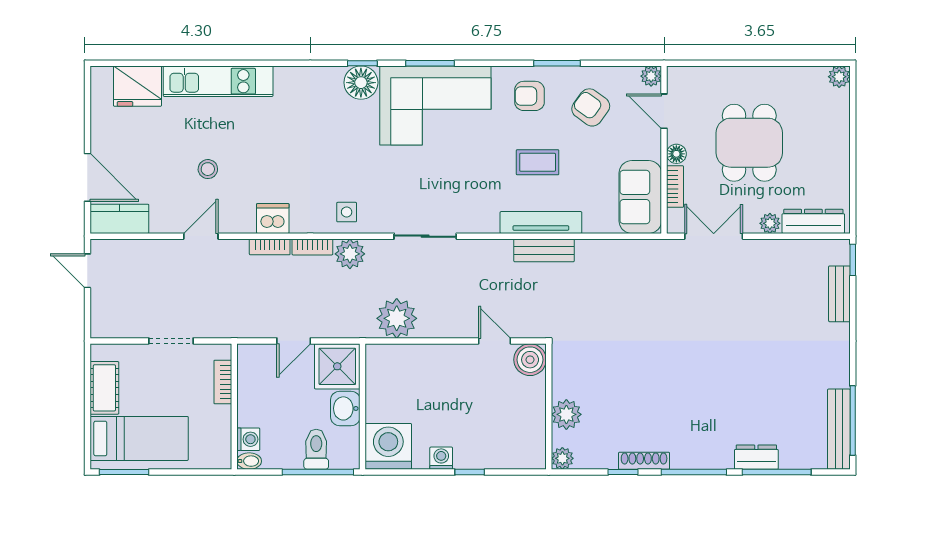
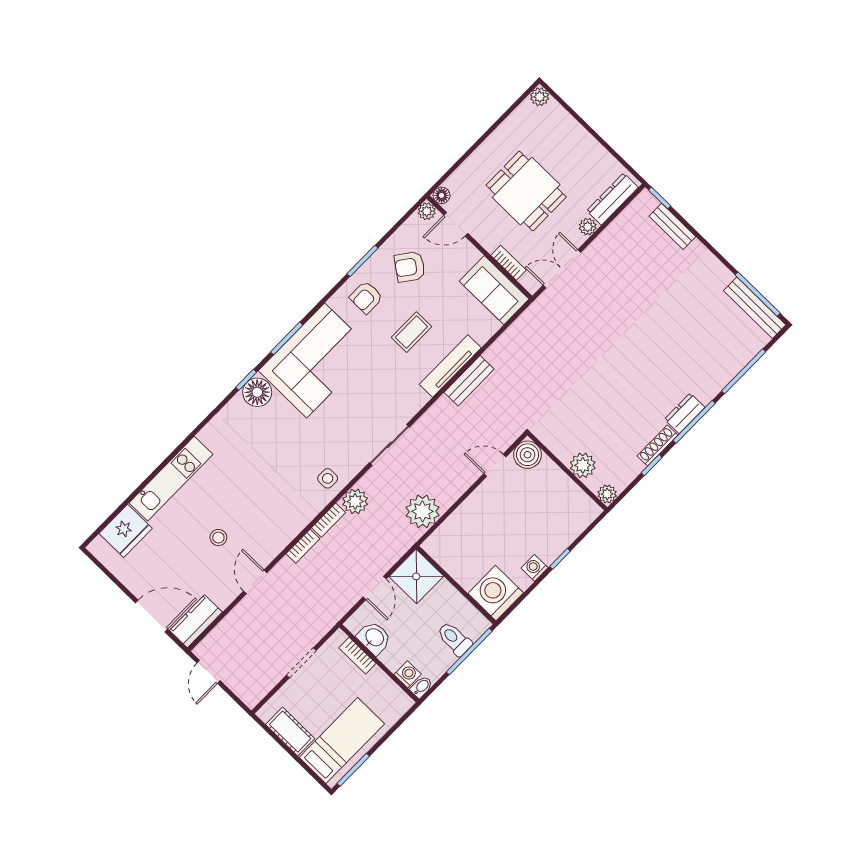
floor lamp: (676, 154) -> (442, 195), moved
dishwasher: (273, 218) -> (287, 527), removed
door: (87, 271) -> (208, 672), hinge flipped
washbasin: (345, 408) -> (374, 638), moved, turned 180
dresser: (756, 457) -> (685, 413), moved

